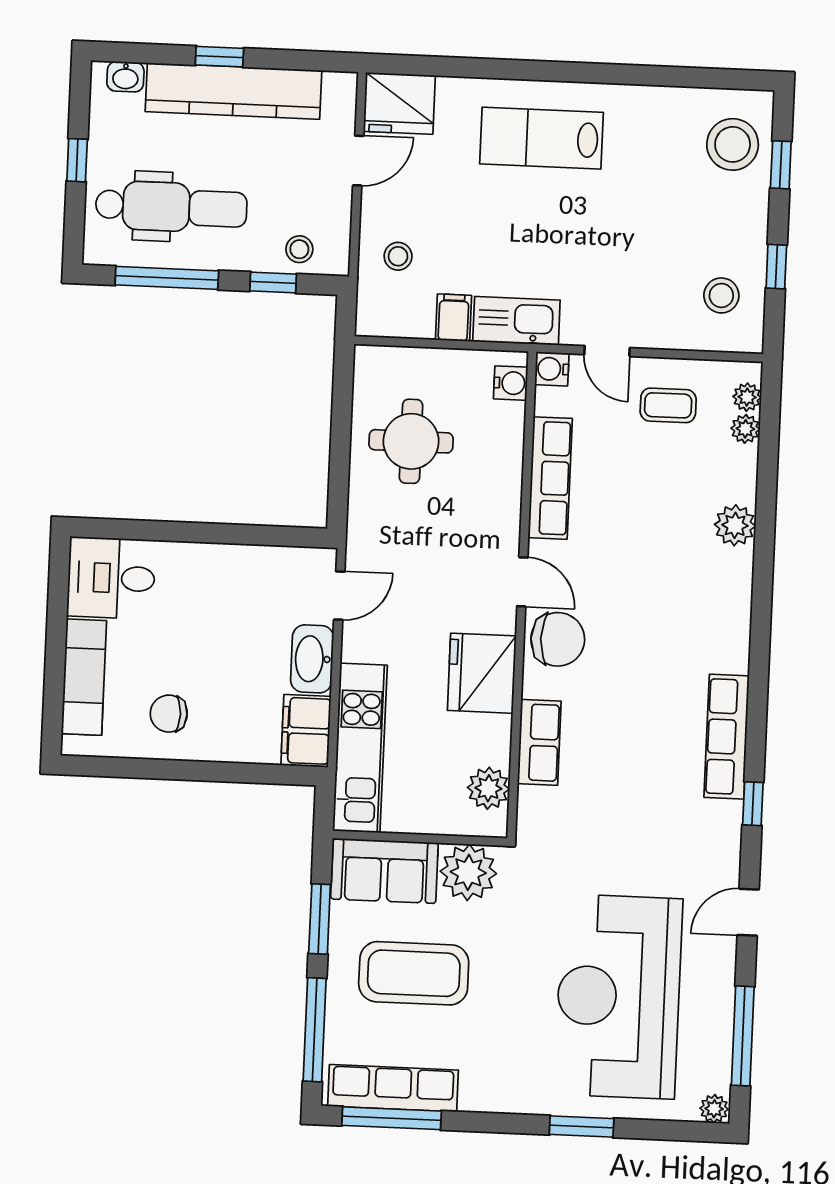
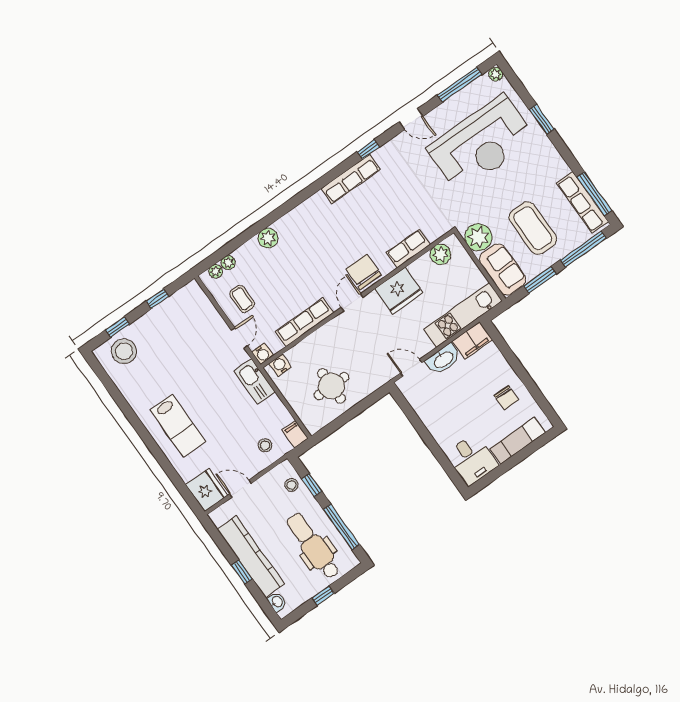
stool: (721, 295) -> (185, 311), removed
filing cabinet: (454, 318) -> (295, 434), moved, turned 90

